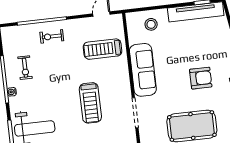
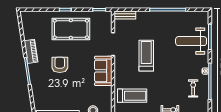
sofa: (143, 70) -> (103, 71), width x0.73
armchair: (201, 78) -> (60, 65), turned 90

